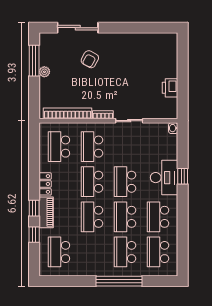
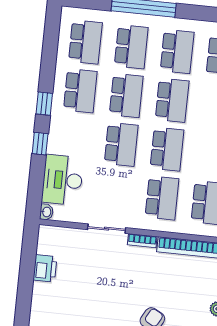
desk: (164, 178) -> (63, 180), moved
window: (183, 205) -> (44, 104), added
school desk: (92, 252) -> (177, 51), added

